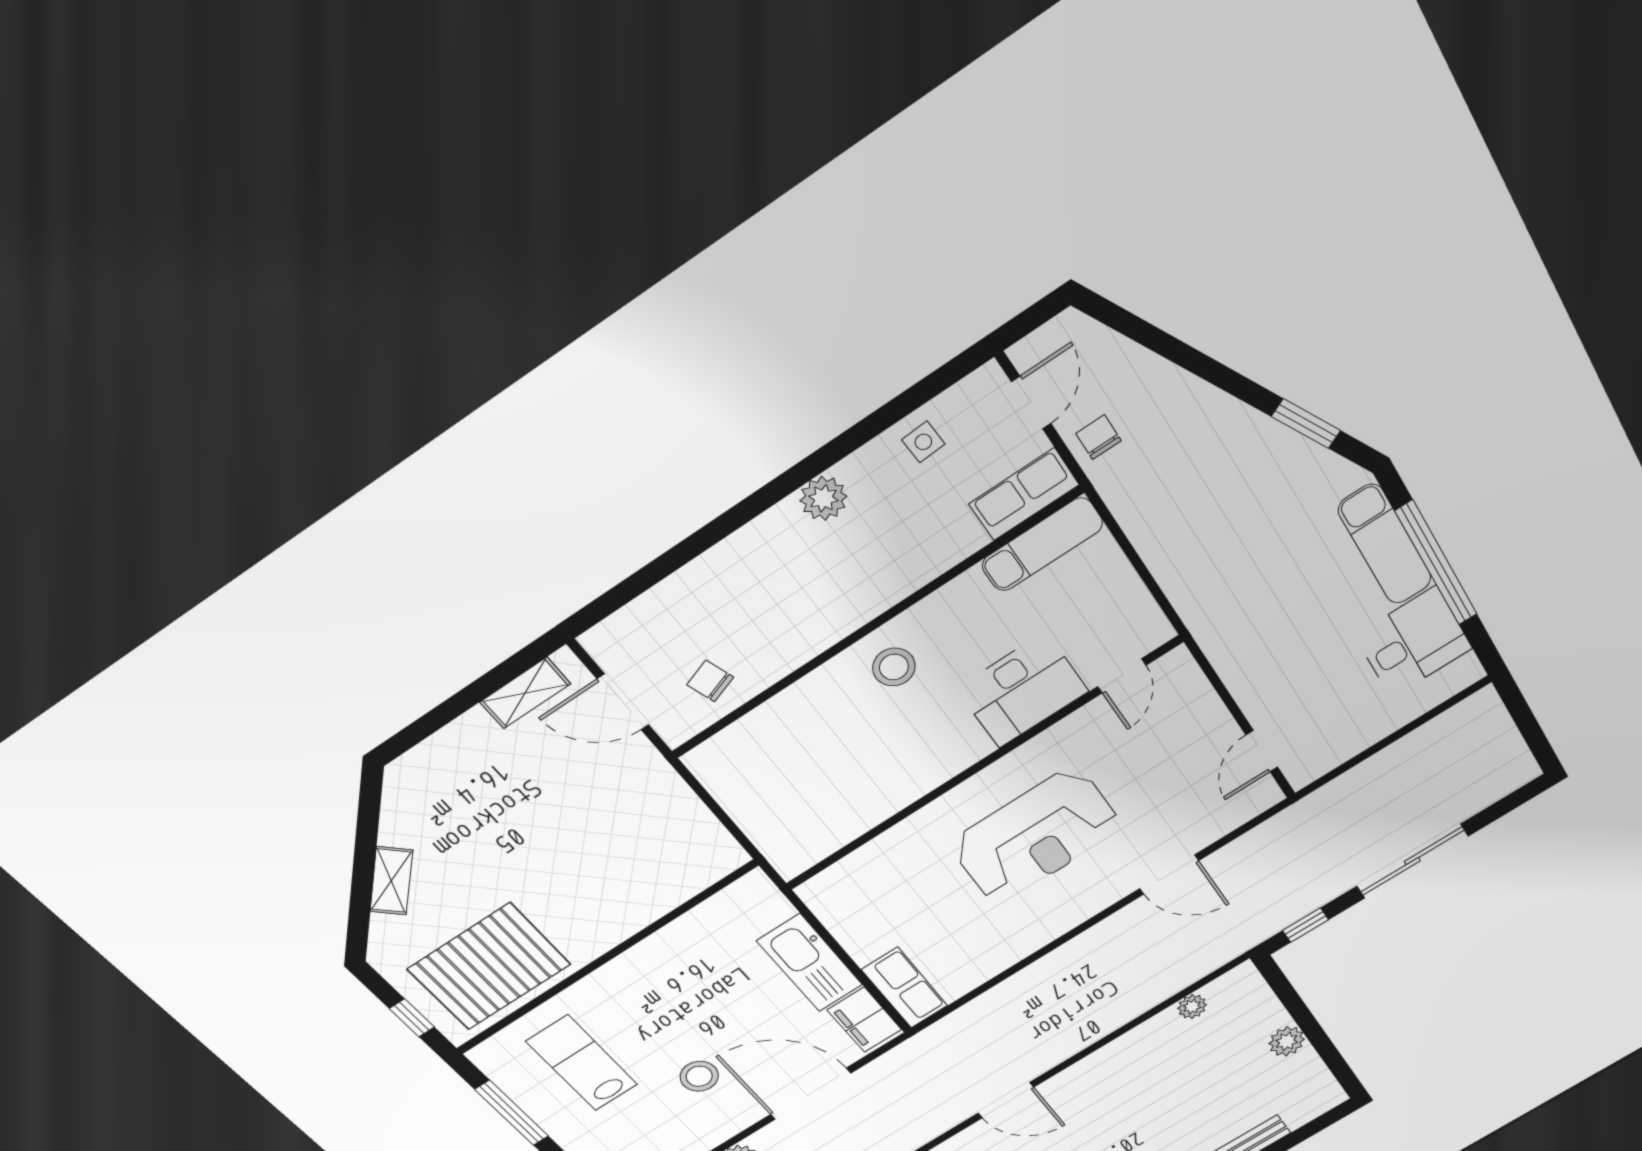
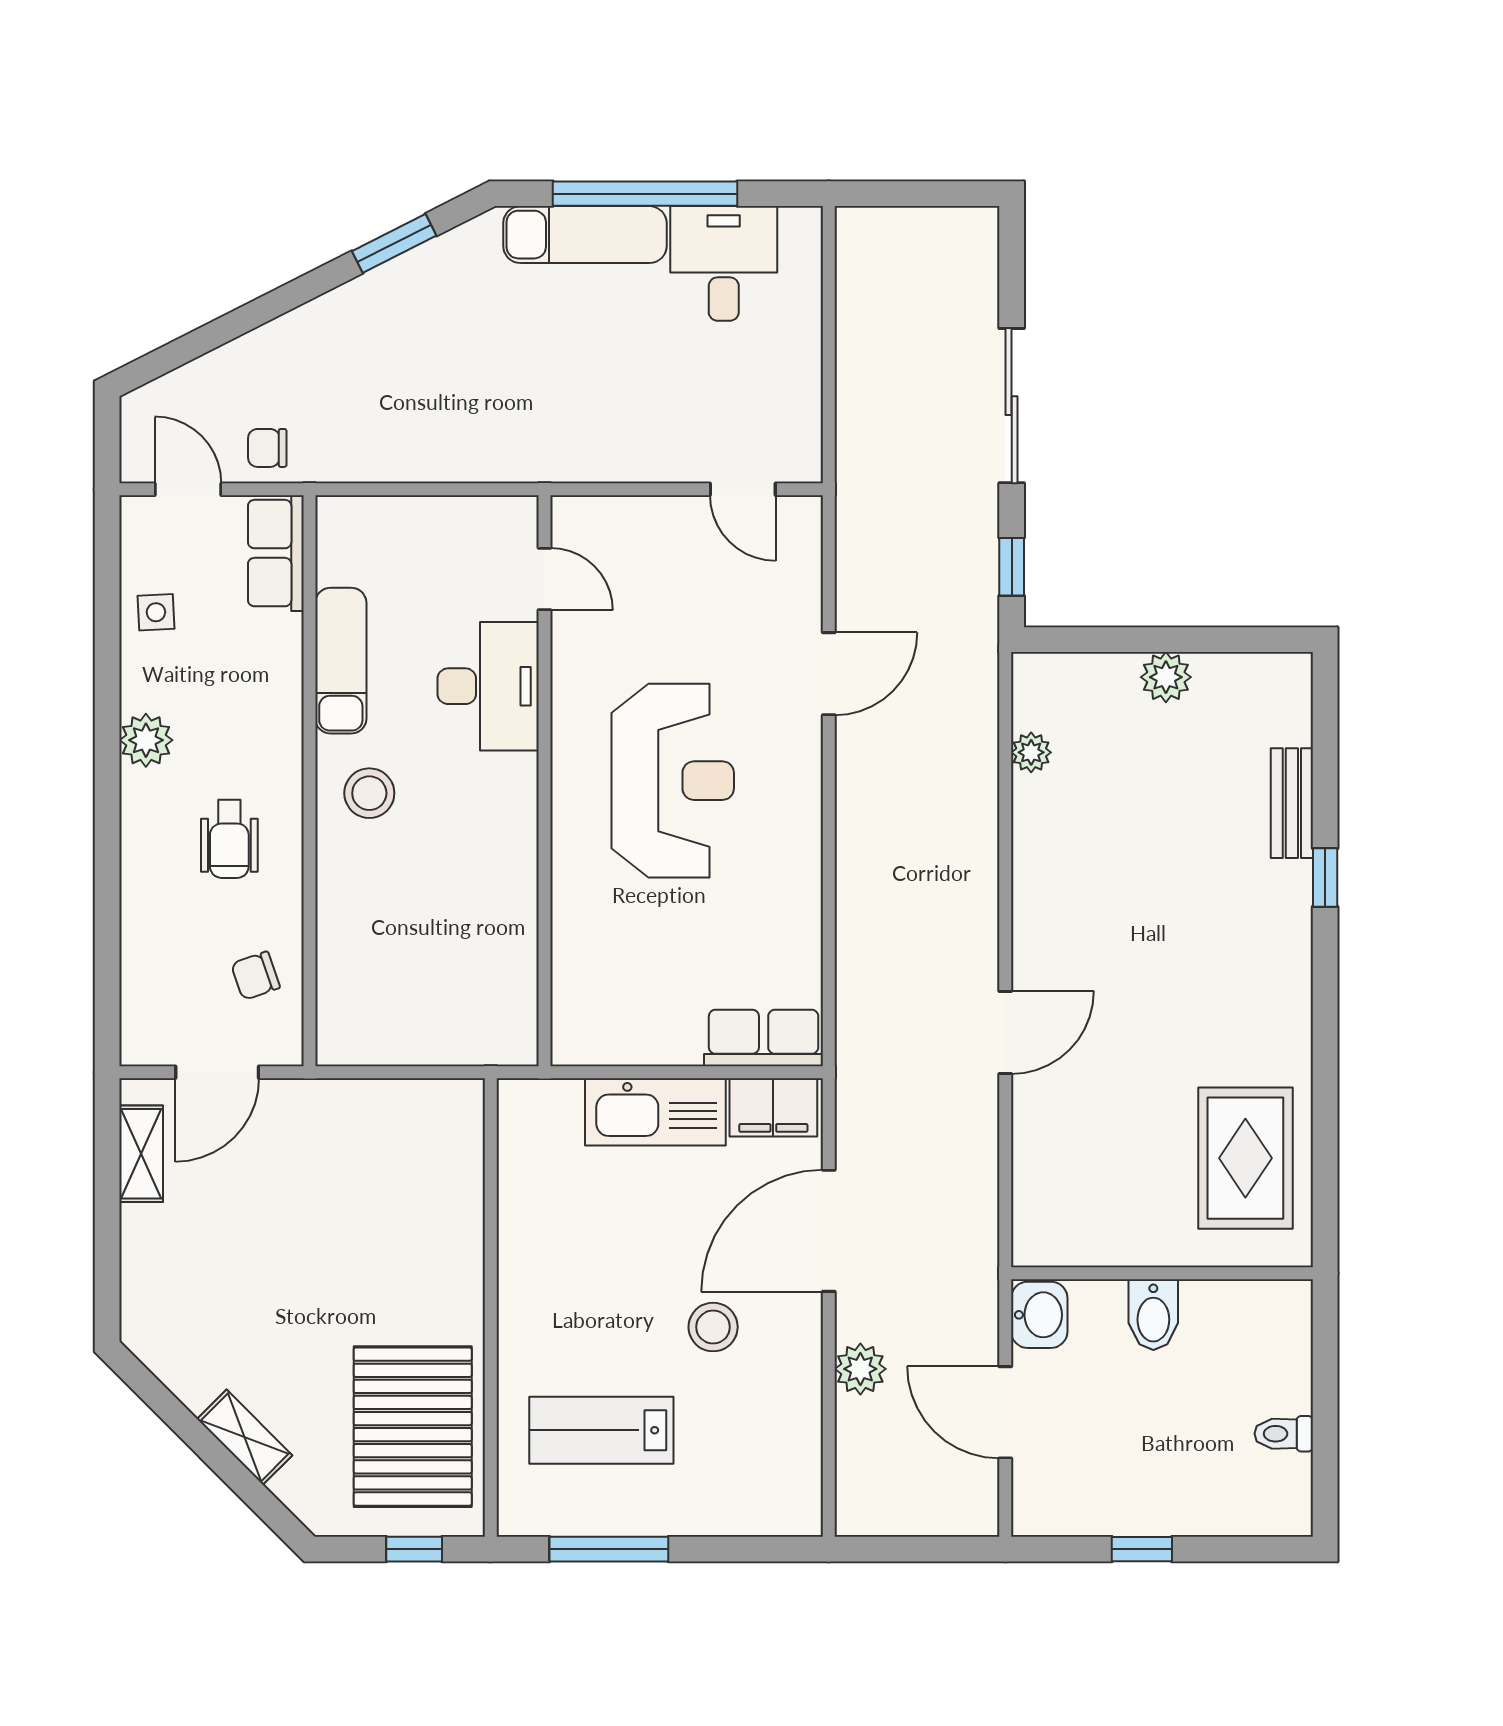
exam couch: (1042, 544) -> (341, 661), moved
wheelchair: (794, 601) -> (229, 839), added

